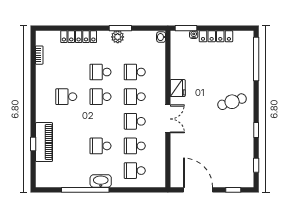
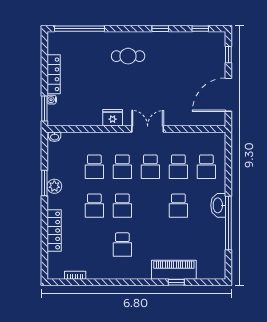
cafe table: (232, 102) -> (128, 56), turned -72

